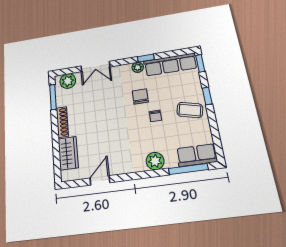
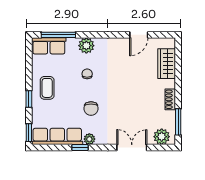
coffee table: (190, 110) -> (47, 88), turned 76
chair: (155, 116) -> (87, 74), moved
shoe rack: (62, 122) -> (170, 99), width x0.70

